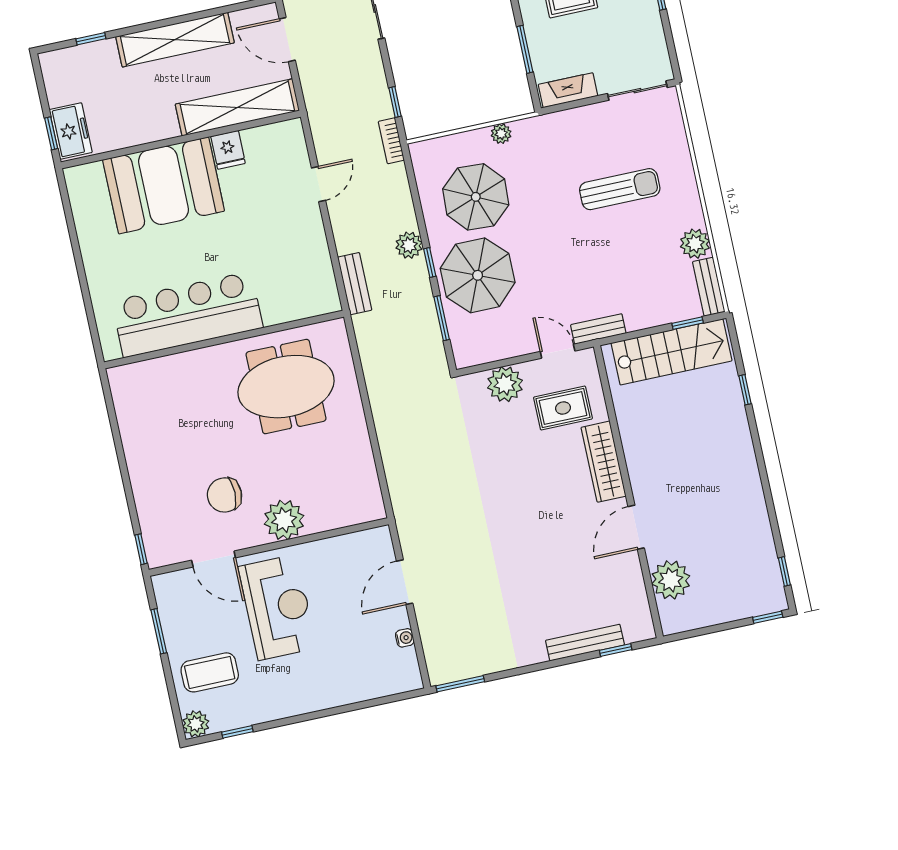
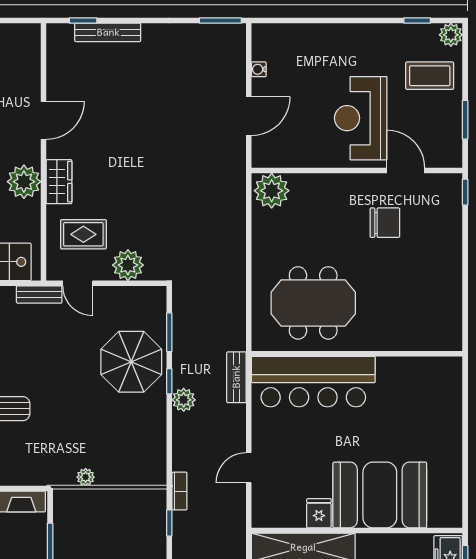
parasol: (476, 197) -> (119, 428), removed
bar counter: (187, 315) -> (313, 382), moved
wardrobe: (604, 462) -> (59, 182), width x0.67
plant: (284, 520) -> (272, 191), moved
plant: (671, 580) -> (24, 182), moved

